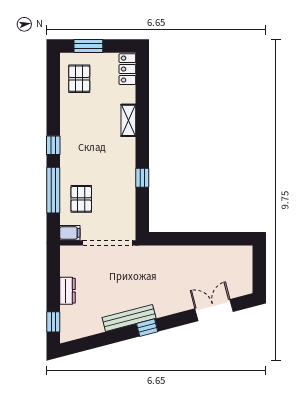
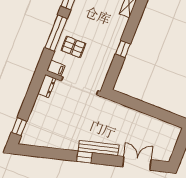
pallet: (81, 199) -> (73, 47), turned 90
dresser: (68, 291) -> (47, 86), moved
bench: (129, 318) -> (99, 148), moved

